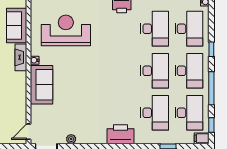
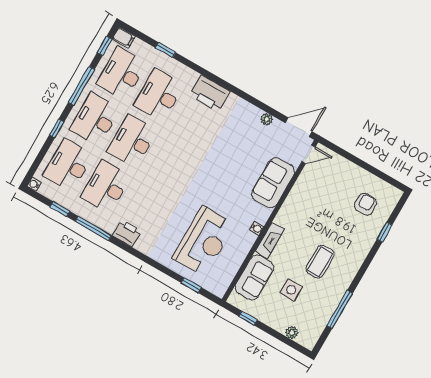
reception desk: (66, 30) -> (204, 241), turned -90
sofa: (42, 85) -> (273, 183), moved

